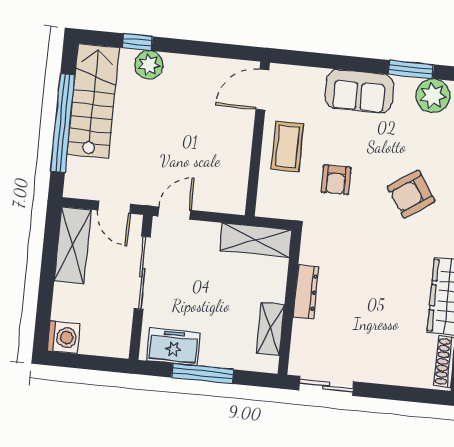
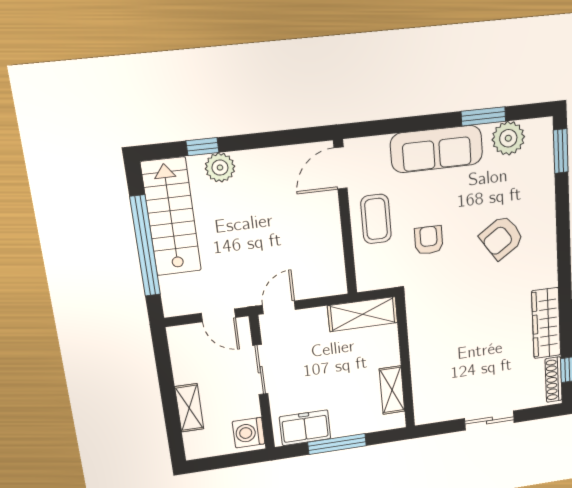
sofa: (359, 91) -> (437, 149), width x1.36
armchair: (336, 180) -> (429, 240), turned 180
shelving: (73, 245) -> (189, 408), moved, width x0.67, depth x0.75
sliding door: (142, 273) -> (260, 370), width x0.73
dresser: (306, 292) -> (419, 350), removed
washing machine: (64, 337) -> (249, 433), moved, turned 180
sliding door: (326, 386) -> (489, 420), moved

